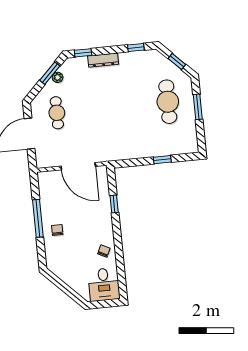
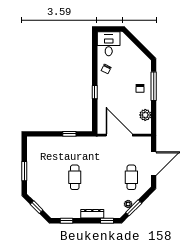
cafe table: (168, 102) -> (75, 177), moved, width x0.73, depth x0.74
window: (162, 160) -> (69, 134), moved
plant: (47, 196) -> (145, 115), added
window: (114, 204) -> (95, 92), moved
window: (38, 218) -> (154, 86), moved

